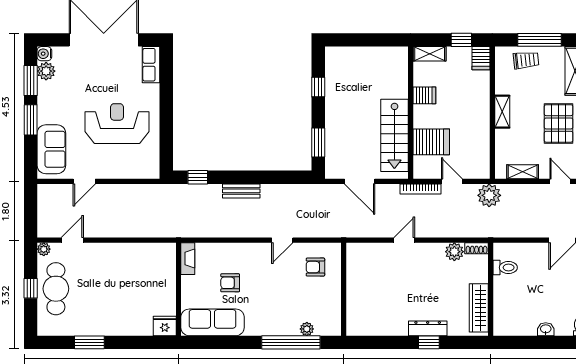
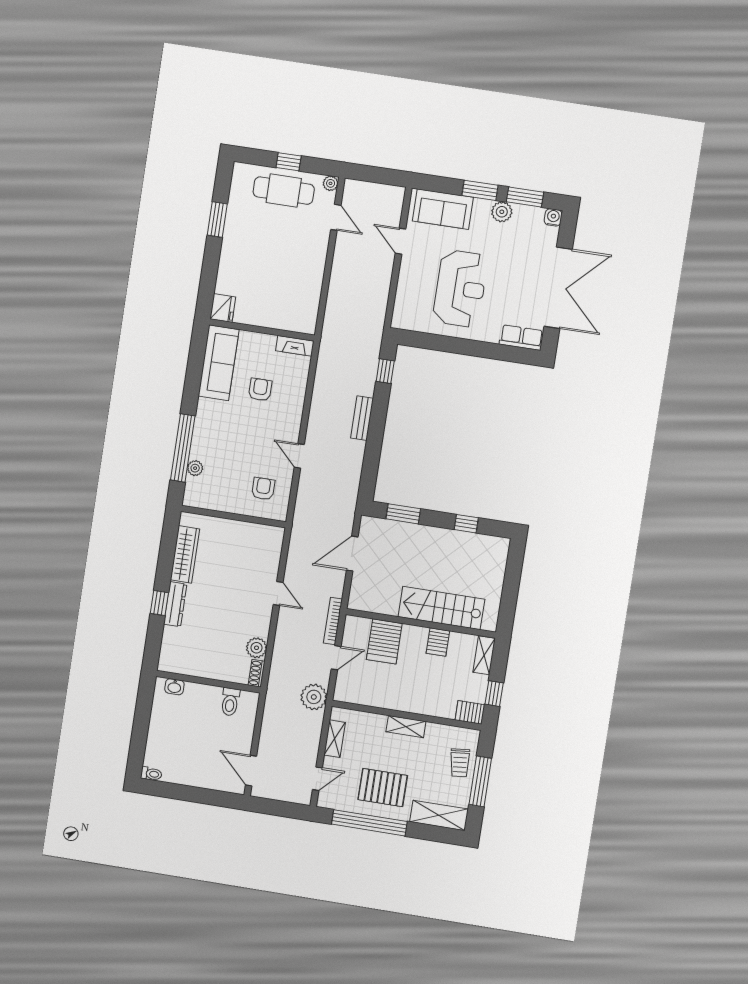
plant: (46, 71) -> (502, 212), moved
stairs: (394, 135) -> (441, 608), moved
wardrobe: (479, 308) -> (185, 554), moved, turned 90
washbasin: (546, 329) -> (174, 687), moved, turned 90

